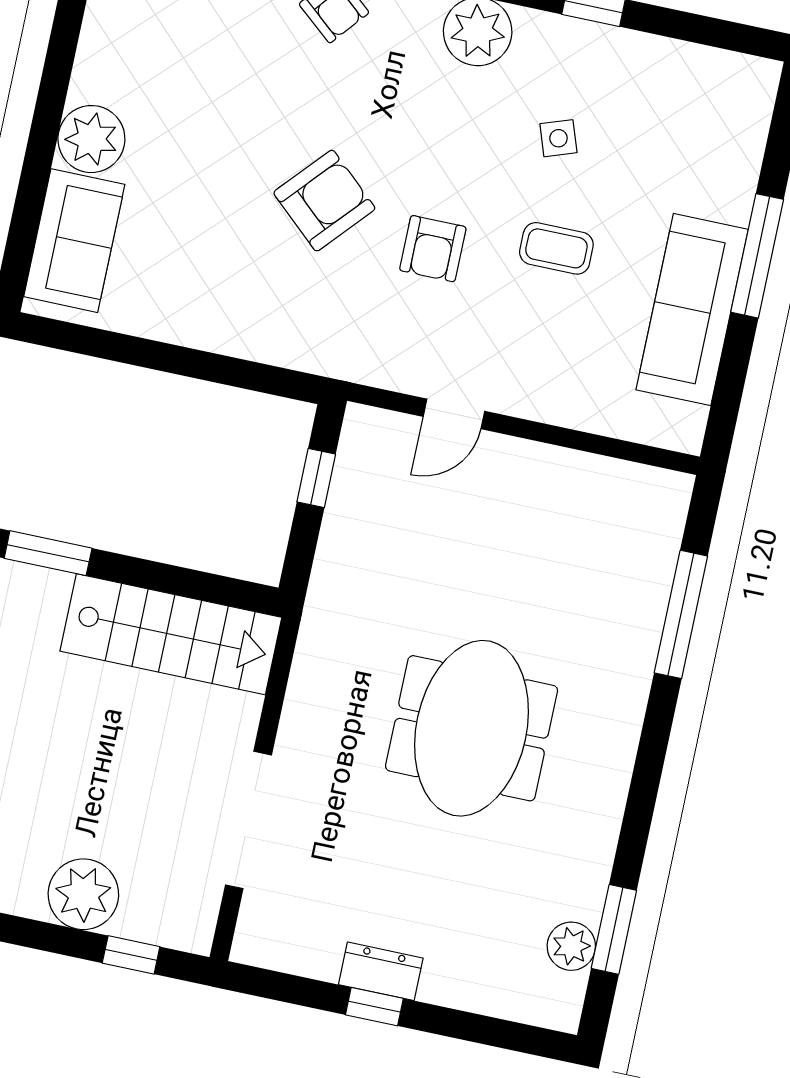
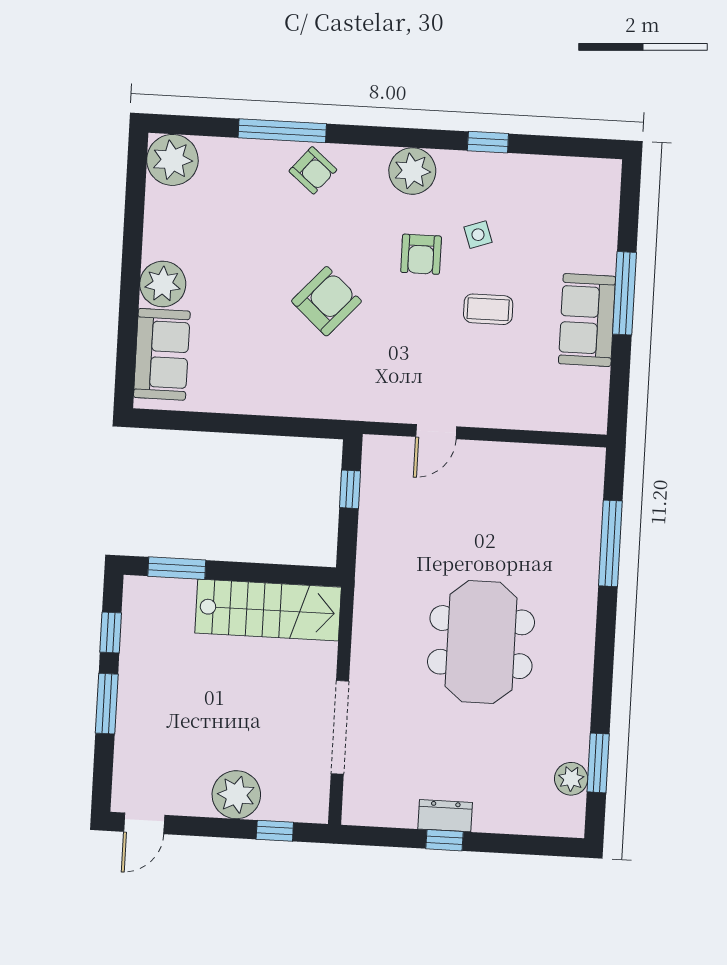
armchair: (433, 249) -> (421, 254), moved
sofa: (692, 310) -> (587, 320), width x0.73

